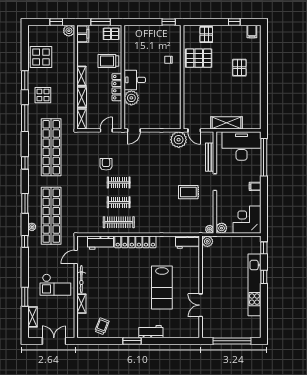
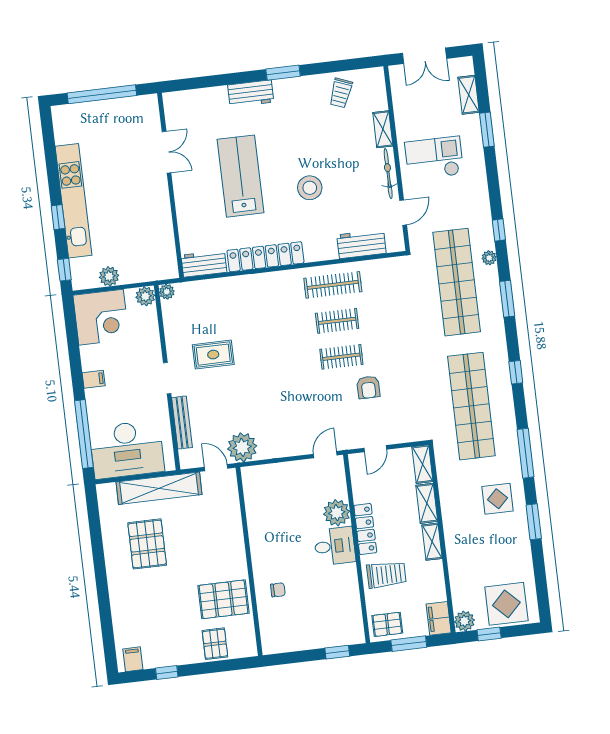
window: (169, 22) -> (337, 652), moved
display table: (41, 57) -> (506, 604), moved
pallet: (239, 68) -> (147, 544), moved, width x1.50, depth x1.42
shelving: (227, 123) -> (159, 488), width x1.47
plant: (207, 241) -> (109, 276), moved
locker: (135, 242) -> (265, 257), moved
stool: (125, 277) -> (310, 188), added

